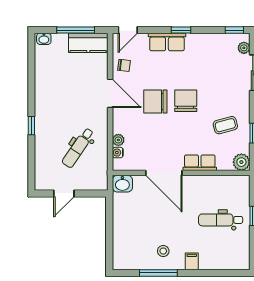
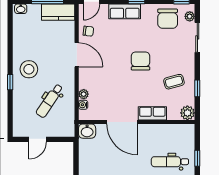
chair: (155, 102) -> (168, 19), moved, turned -90
stool: (54, 110) -> (29, 69), added

